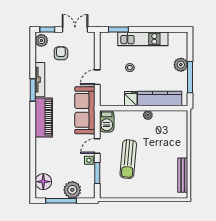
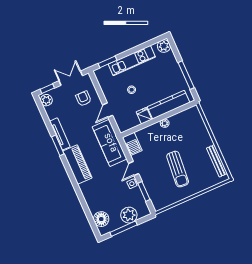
armchair: (61, 53) -> (84, 99), moved
plant: (181, 65) -> (164, 46), moved
sun lounger: (128, 159) -> (178, 169), moved

